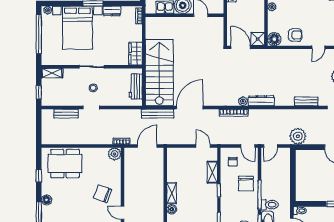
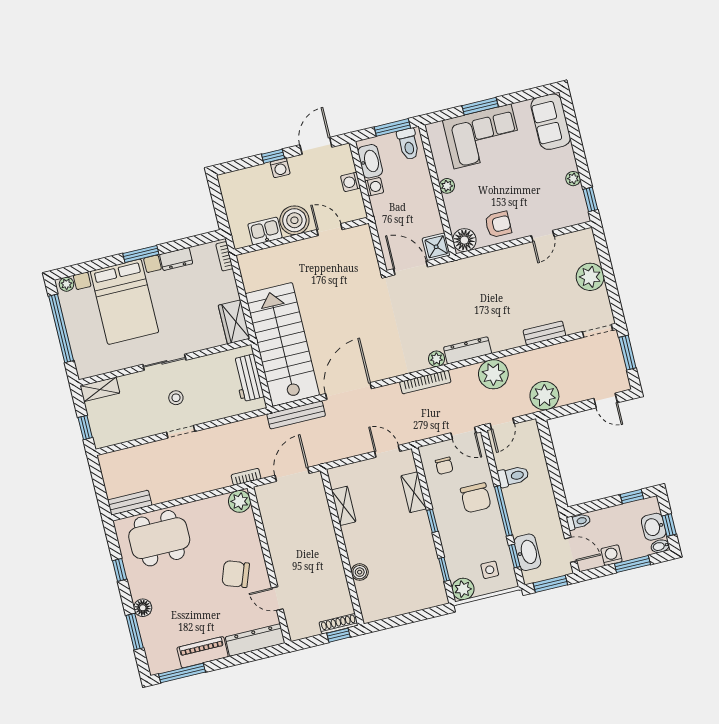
bench: (66, 114) -> (130, 503), moved
plant: (272, 117) -> (493, 374), added
shelving: (172, 193) -> (344, 506), moved
toilet: (270, 205) -> (513, 476), moved

